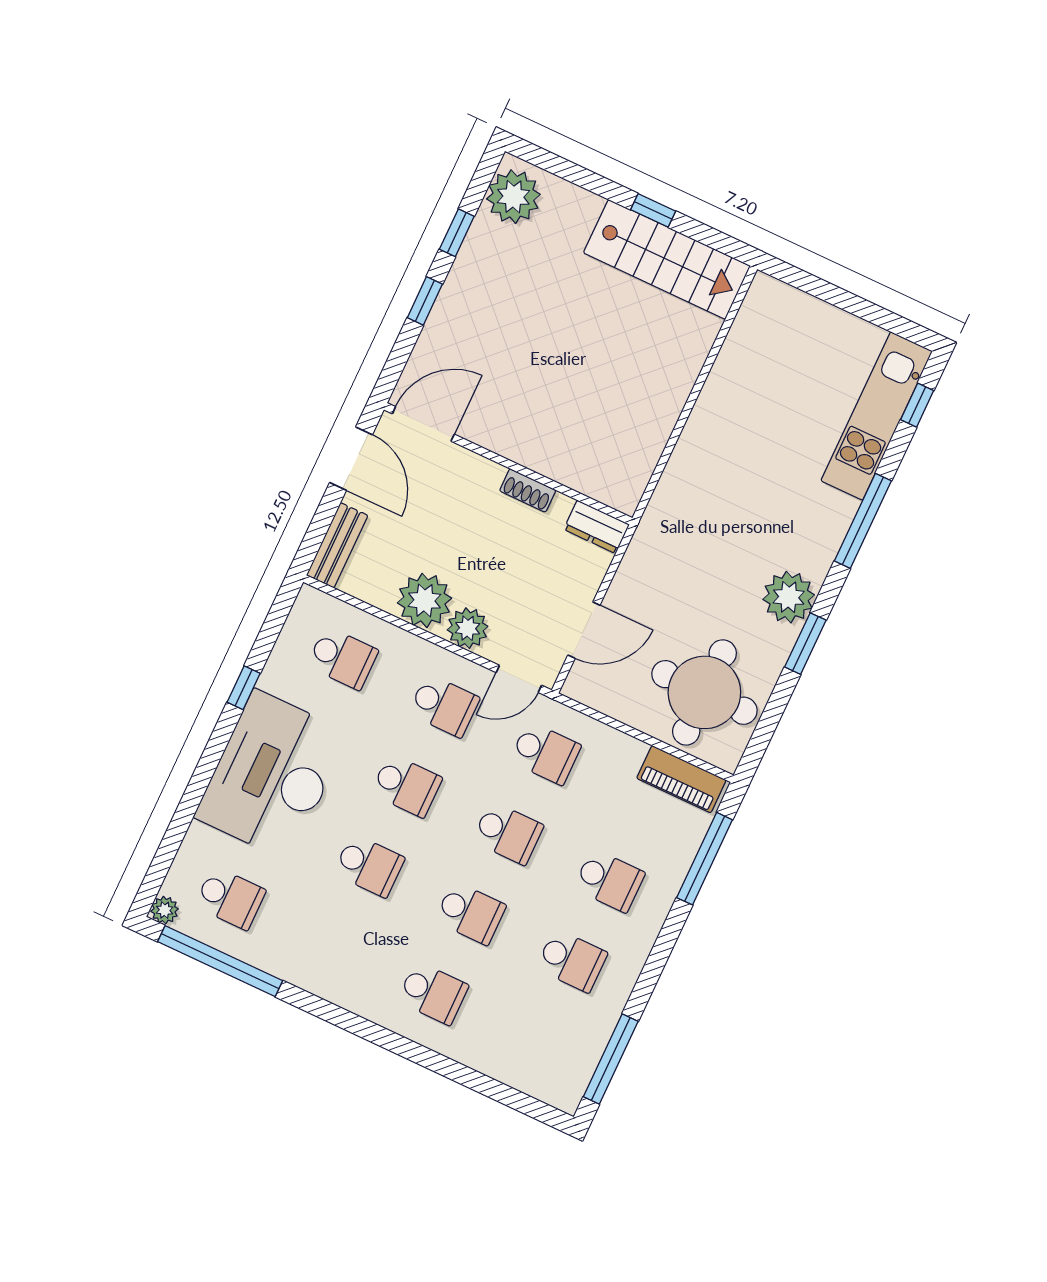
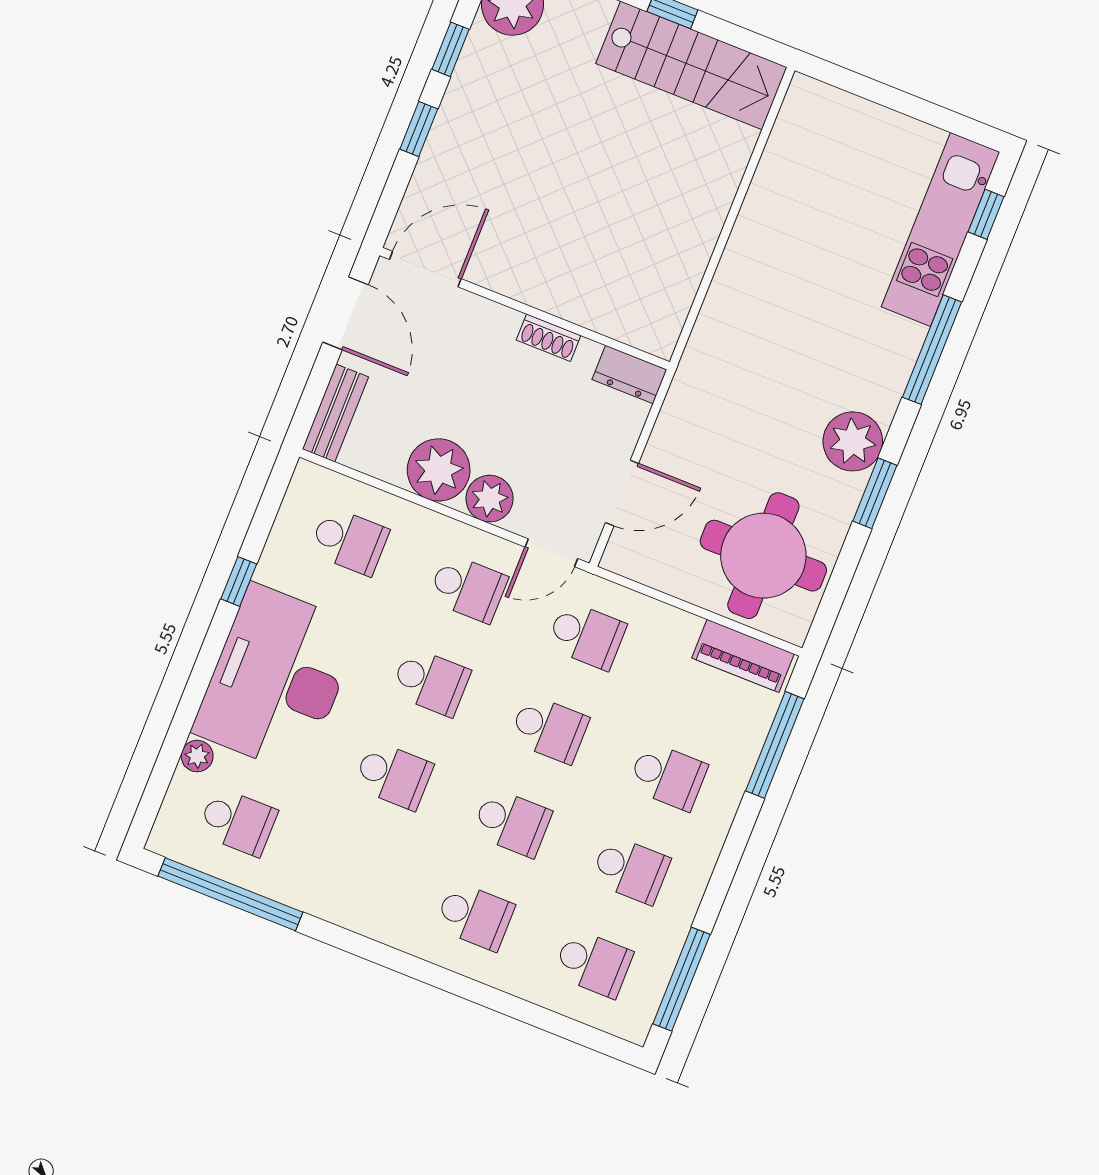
plant: (165, 910) -> (197, 756), moved
school desk: (534, 1041) -> (593, 963), added

